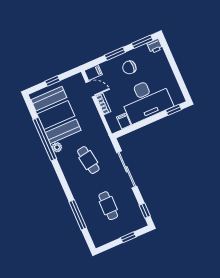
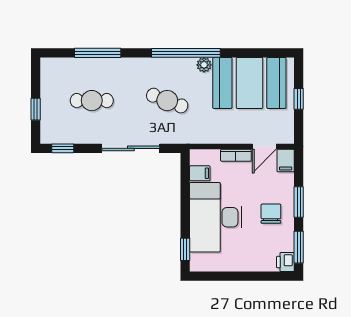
window: (45, 139) -> (186, 53), moved
cafe table: (88, 160) -> (167, 101), turned 30

